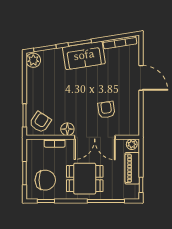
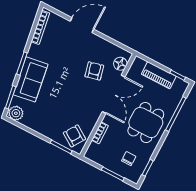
sofa: (84, 55) -> (31, 79), moved
armchair: (106, 110) -> (94, 71), turned 84
floor lamp: (67, 129) -> (120, 64), moved
plant: (132, 144) -> (137, 64), removed
chair: (45, 180) -> (129, 159), width x0.54, depth x0.54

